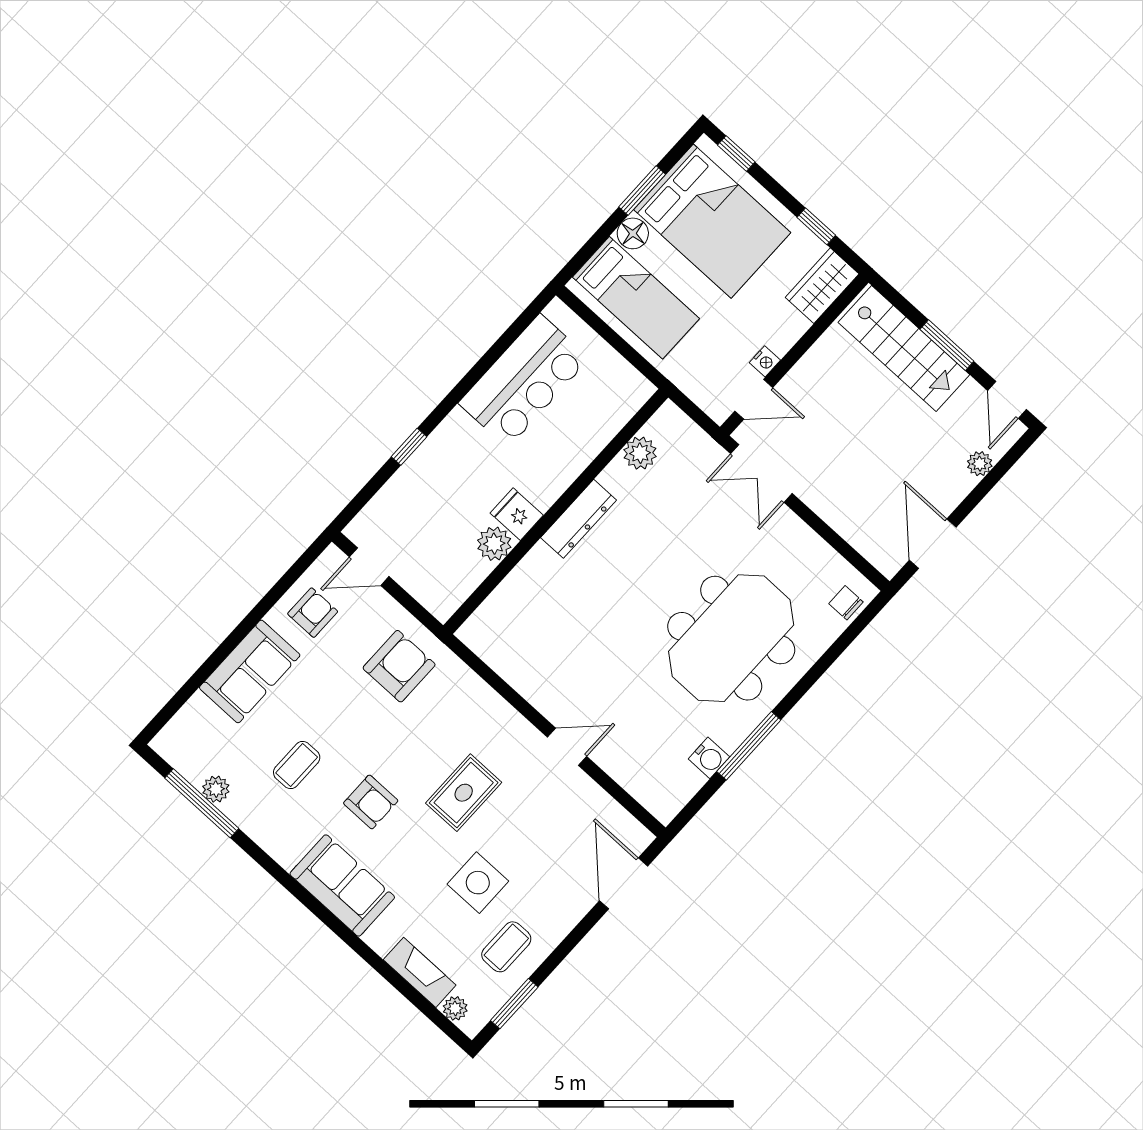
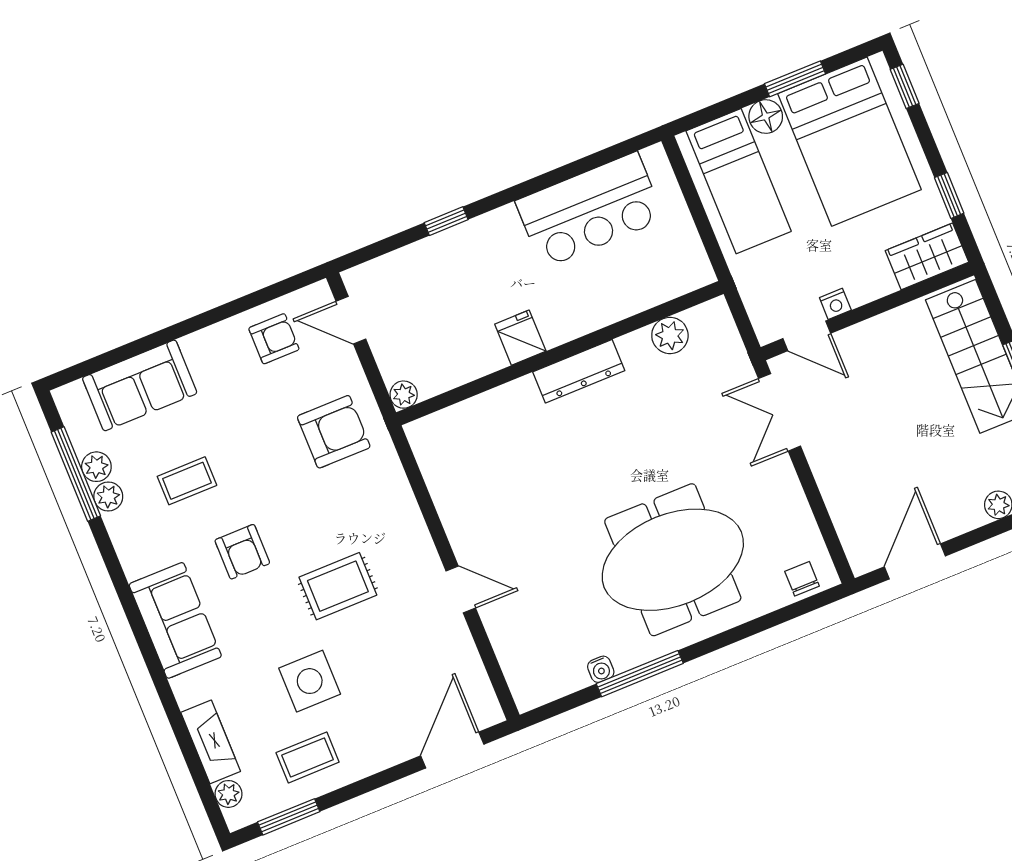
plant: (494, 544) -> (404, 395), moved, width x0.73, depth x0.73
sofa: (250, 671) -> (140, 385), moved
water cooler: (709, 758) -> (601, 669), width x0.72, depth x0.72
plant: (238, 809) -> (108, 496), added

